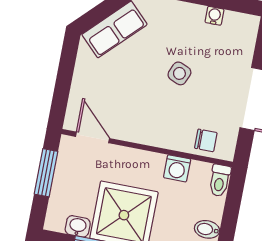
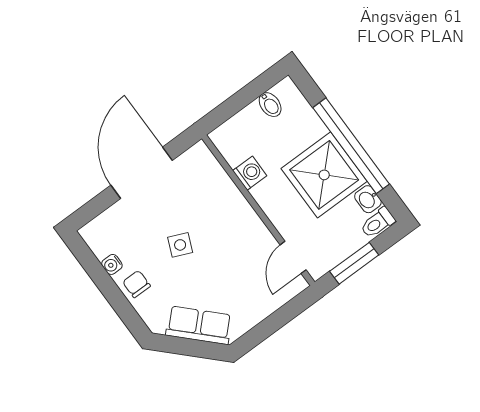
chair: (206, 140) -> (136, 284), moved
toilet: (220, 180) -> (378, 223), moved, turned 180

